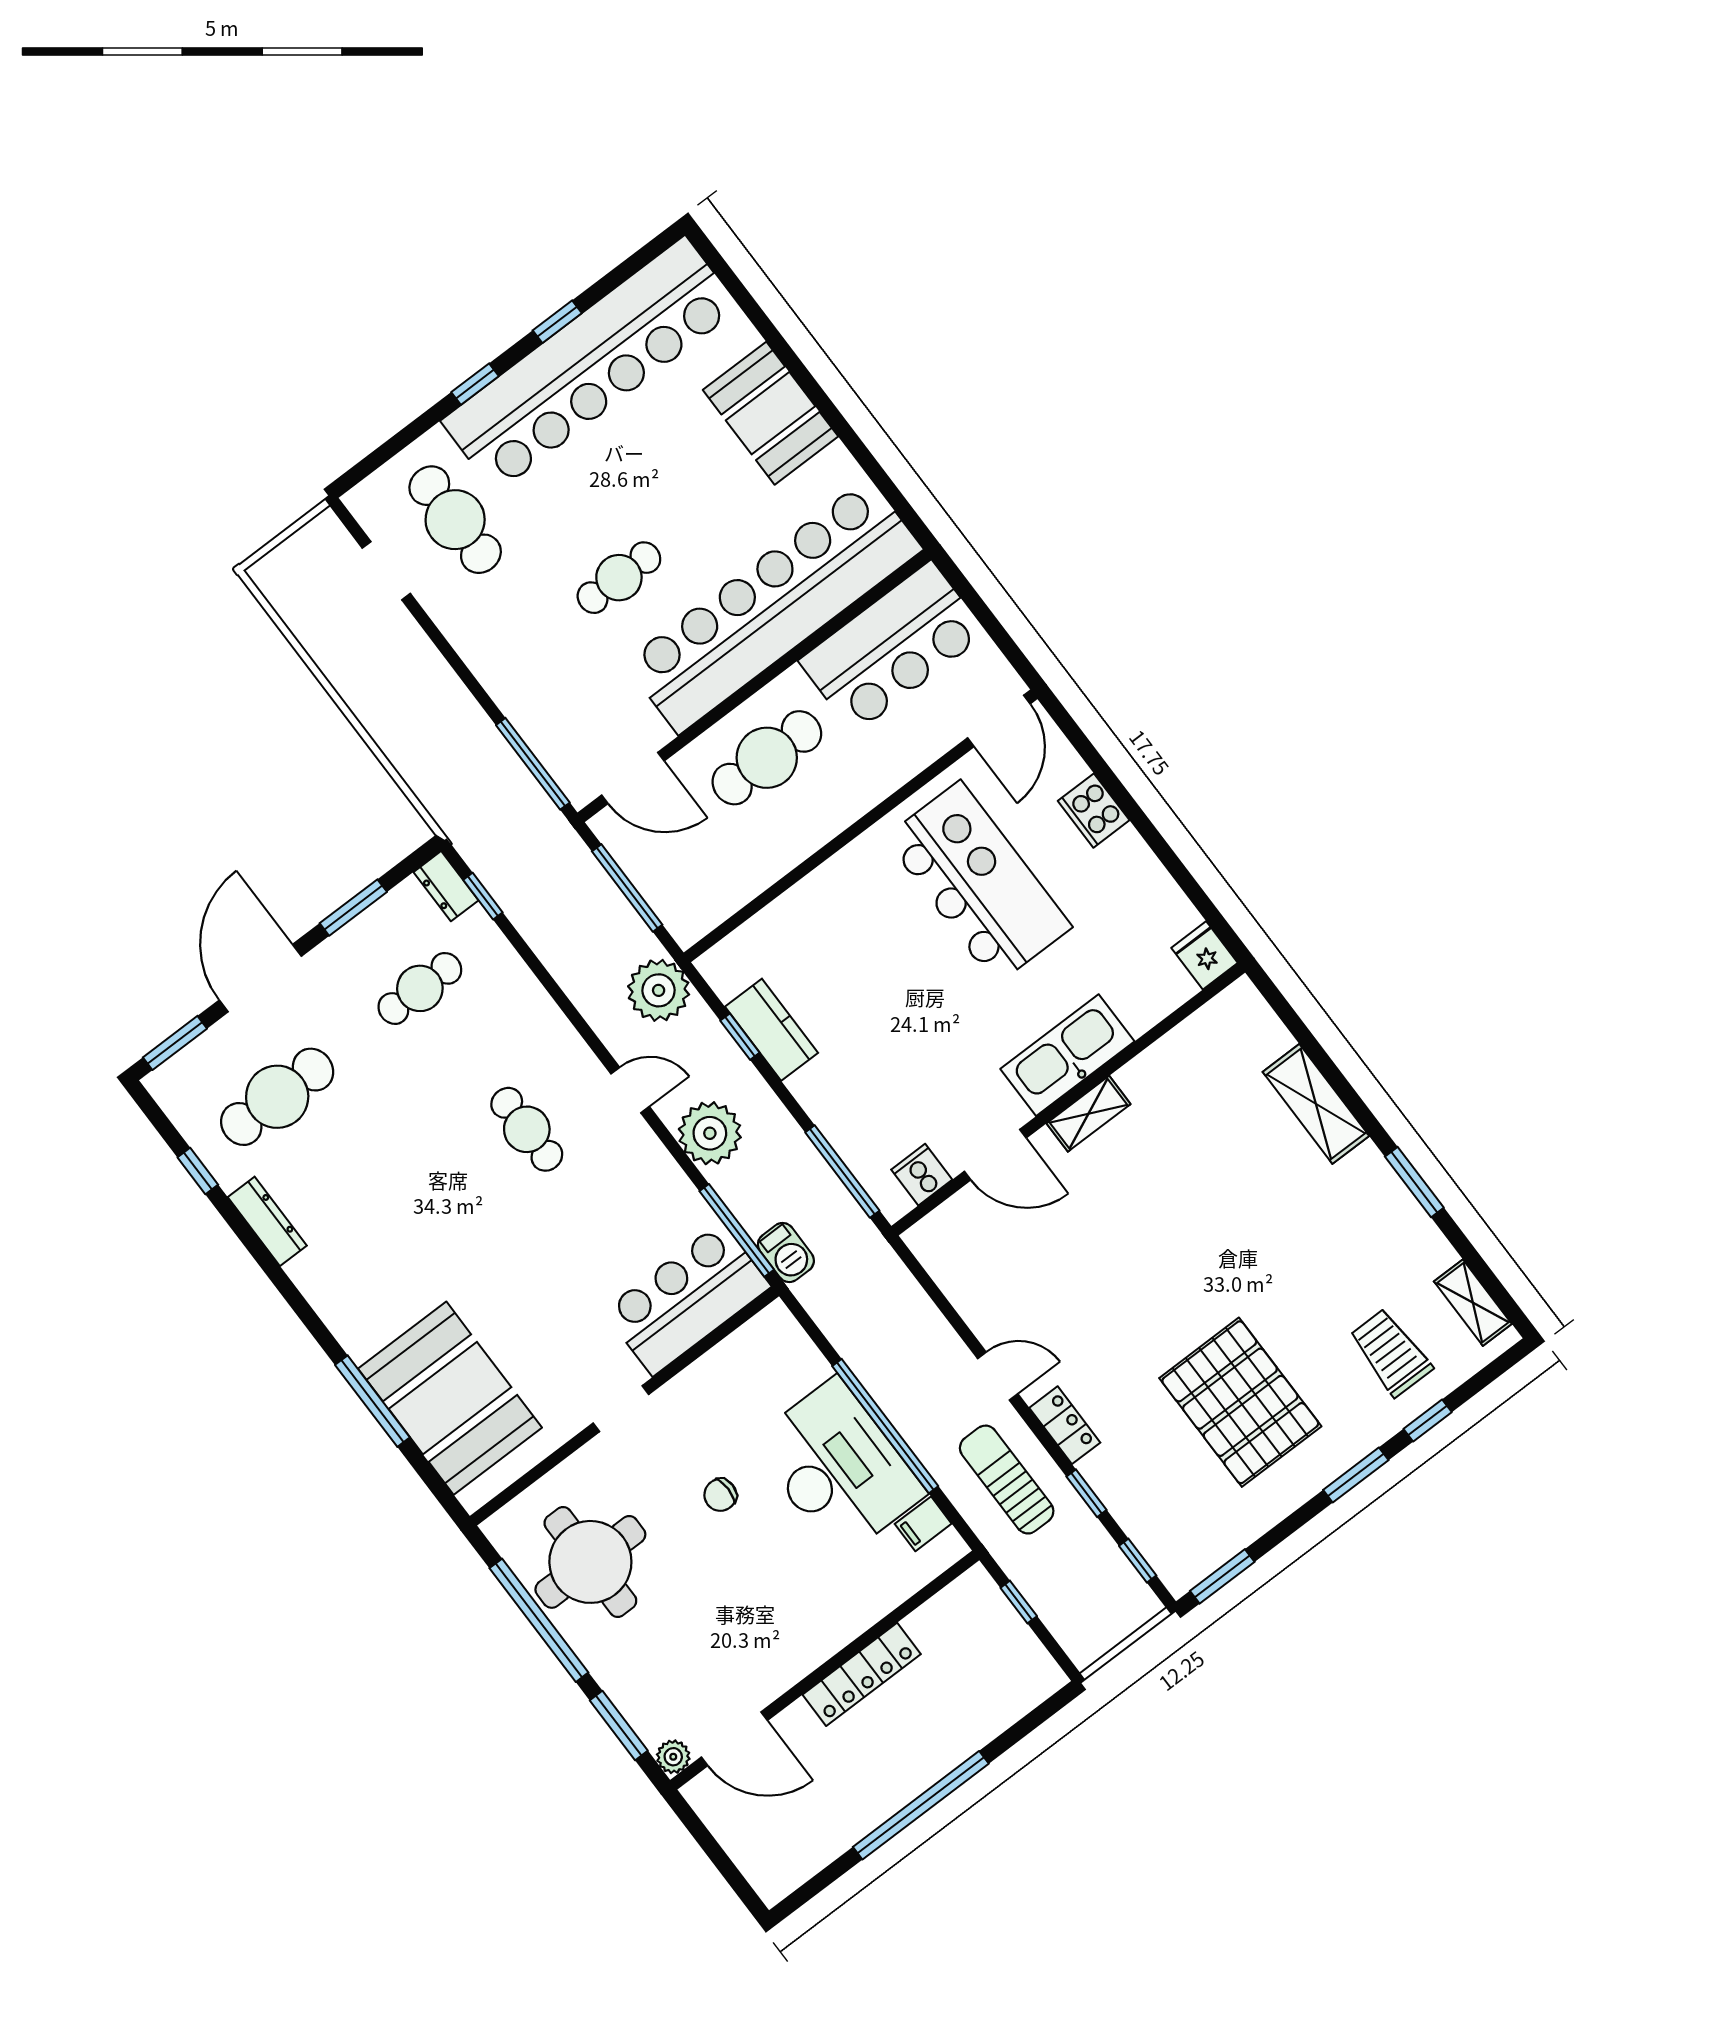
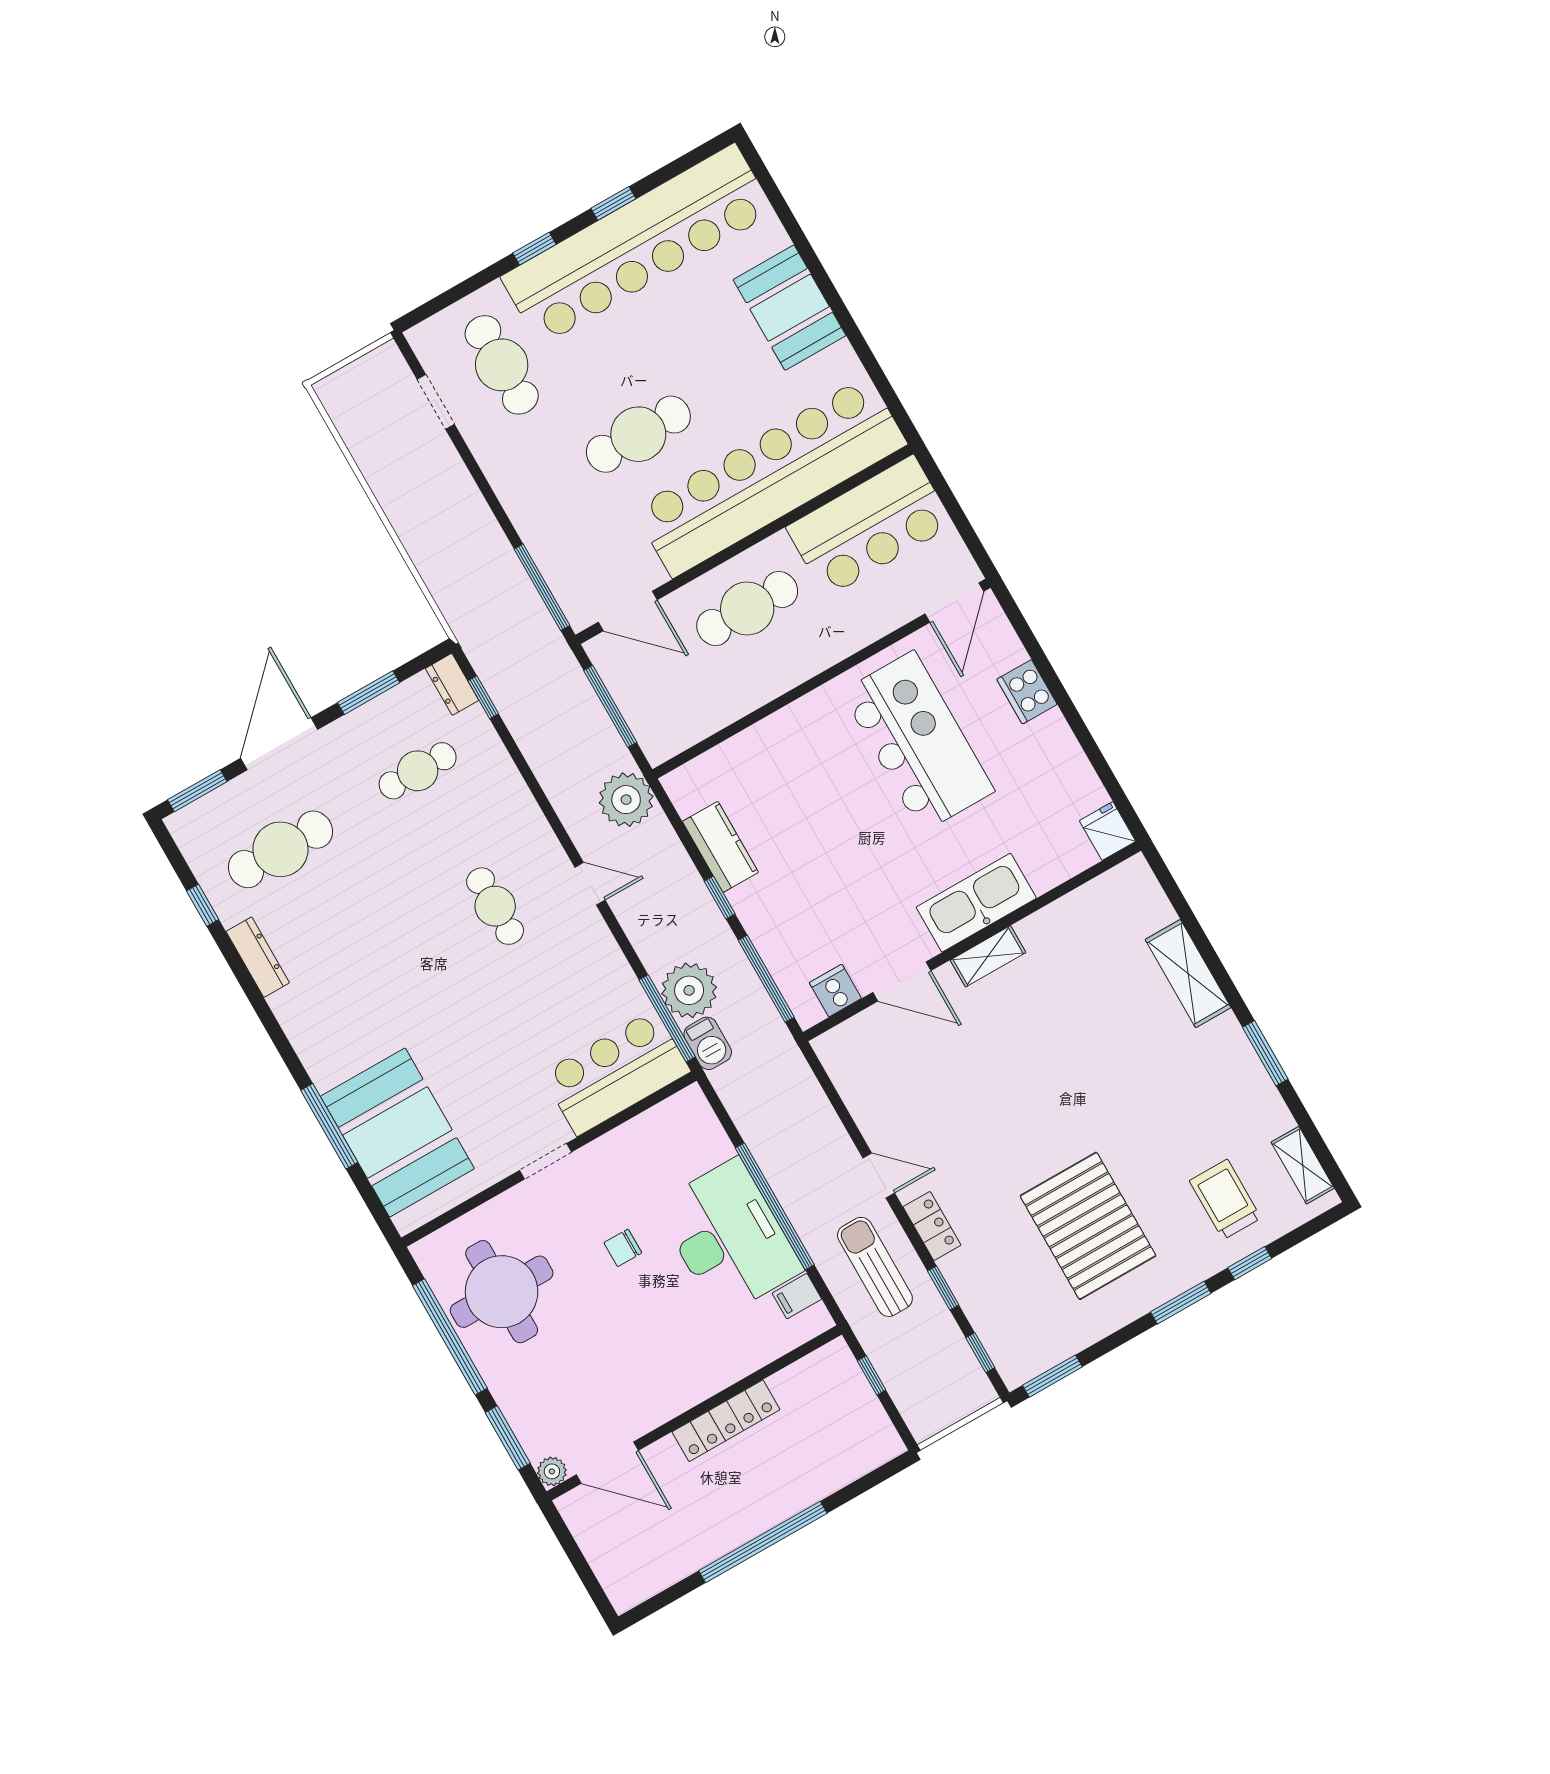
cafe table: (619, 578) -> (638, 434), width x1.37, depth x1.35
window: (740, 1037) -> (720, 898), moved
plant: (710, 1133) -> (689, 990), moved

